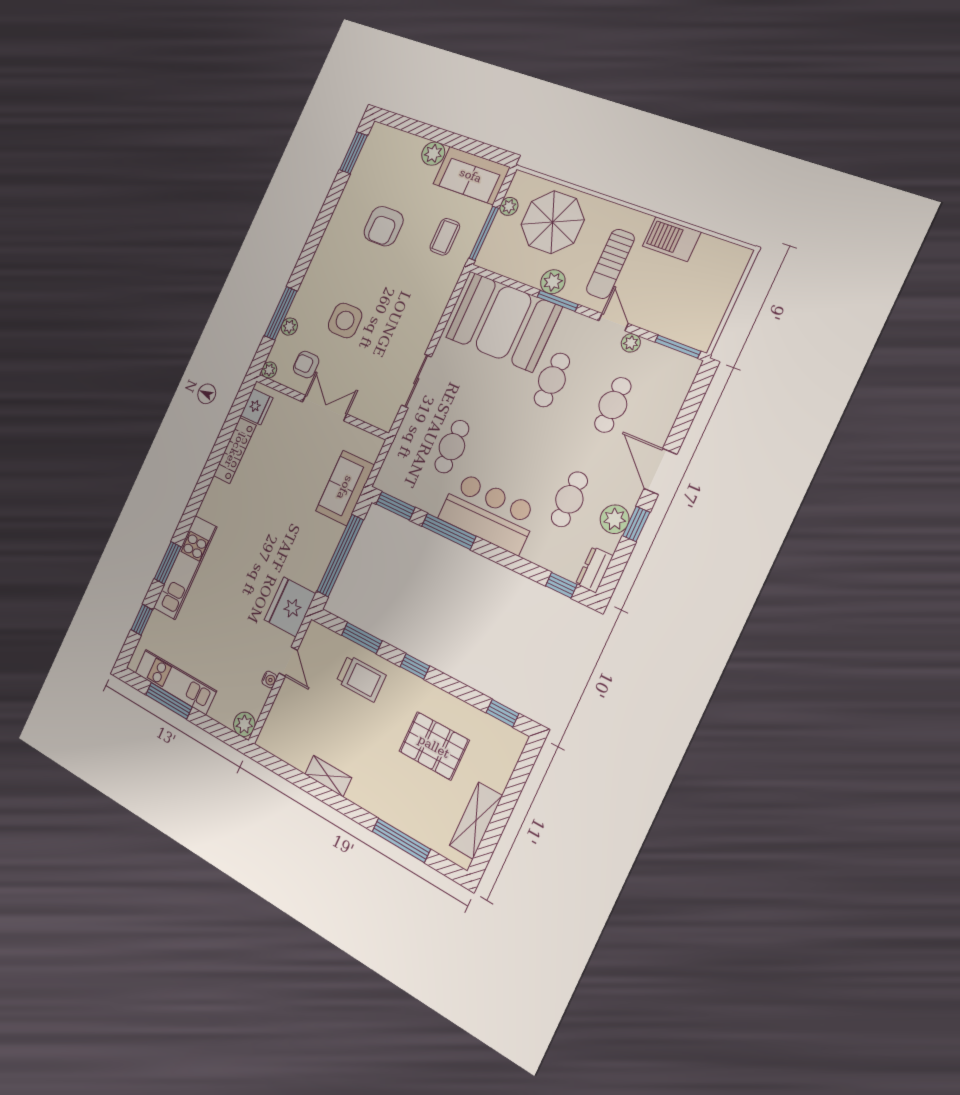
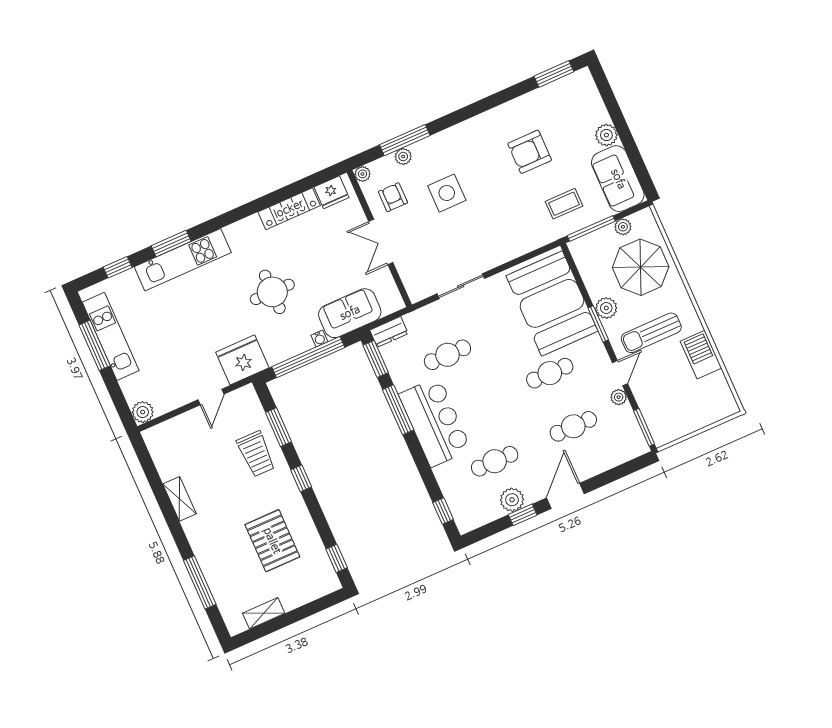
double door: (324, 408) -> (381, 242), swing flipped
round table: (271, 529) -> (272, 292), added
dresser: (594, 570) -> (389, 332), moved, turned 180
water cooler: (269, 680) -> (319, 338), moved
shelving: (476, 821) -> (264, 613), width x0.67, depth x0.75

